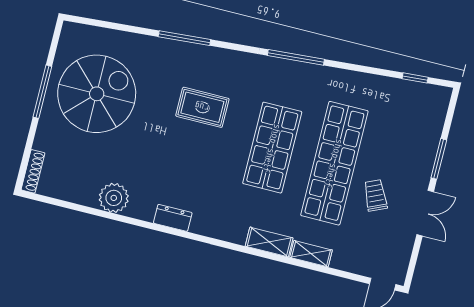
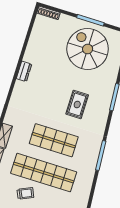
spiral stairs: (97, 94) -> (88, 49), turned 180
plant: (114, 198) -> (32, 55), removed
dresser: (173, 218) -> (24, 71), moved

